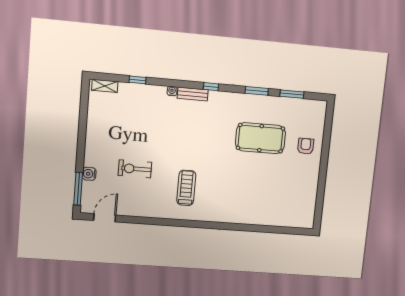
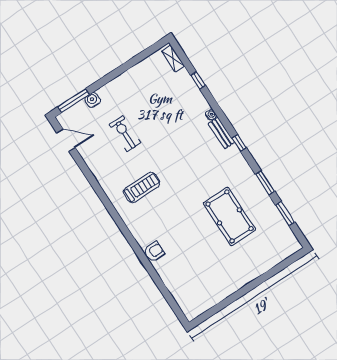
armchair: (306, 146) -> (154, 252), moved

